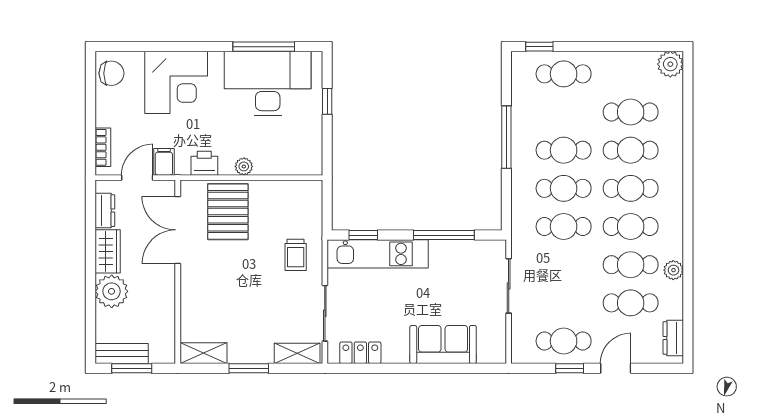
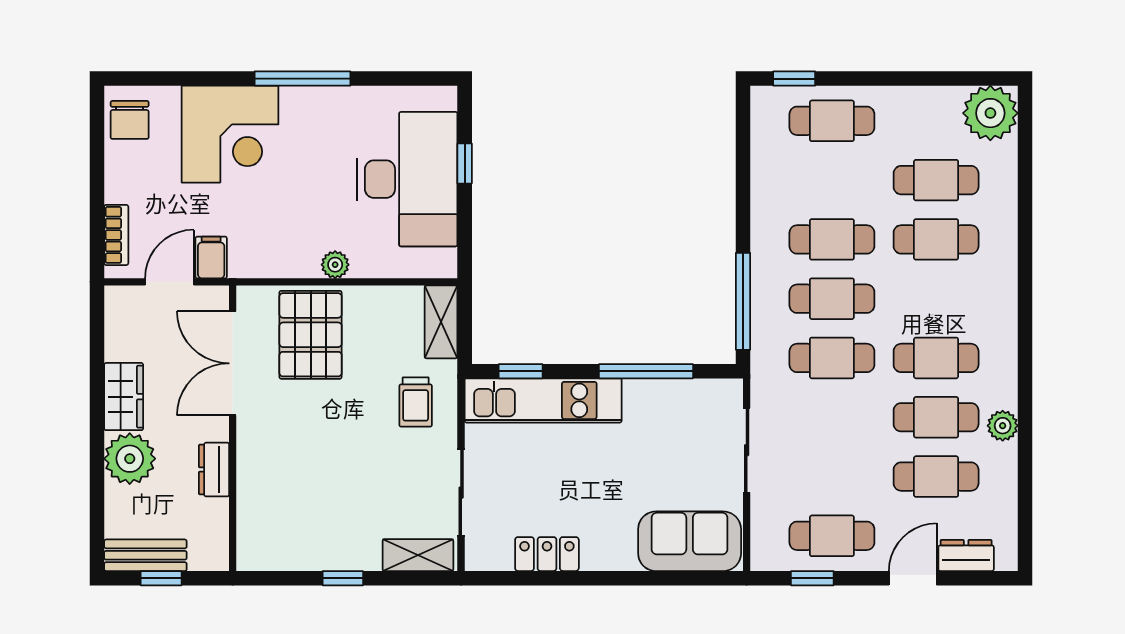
window: (264, 47) -> (303, 79), moved
plant: (670, 64) -> (990, 113), width x1.36, depth x1.36
chair: (111, 73) -> (130, 120), turned 90
desk: (268, 84) -> (407, 179), moved, turned 90
window: (506, 137) -> (743, 301), moved
printer: (204, 163) -> (274, 260), removed
cafe table: (631, 188) -> (936, 299), removed
dresser: (105, 211) -> (214, 470), moved, turned 180
dresser: (673, 338) -> (966, 555), moved, turned 90
sofa: (443, 345) -> (690, 541), moved
shelving: (204, 353) -> (441, 322), moved, turned 90
locker: (360, 353) -> (547, 554), moved
window: (132, 368) -> (161, 578), width x0.67
window: (249, 368) -> (343, 578), width x0.67
window: (570, 368) -> (812, 578), moved

